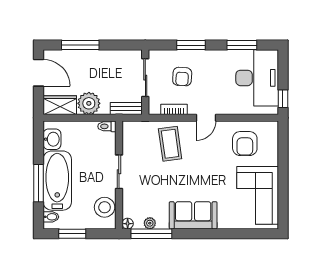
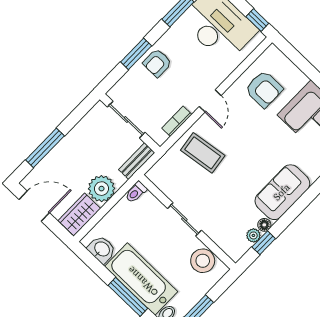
armchair: (182, 77) -> (157, 63), moved, turned 87
floor lamp: (128, 224) -> (264, 225), moved
window: (151, 234) -> (264, 243), width x0.46

